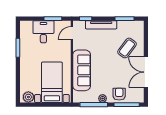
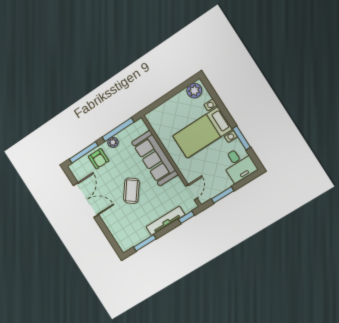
desk: (43, 32) -> (239, 164), moved
coffee table: (127, 48) -> (131, 191), moved
bed with nightstands: (52, 82) -> (202, 133), moved, turned 90

